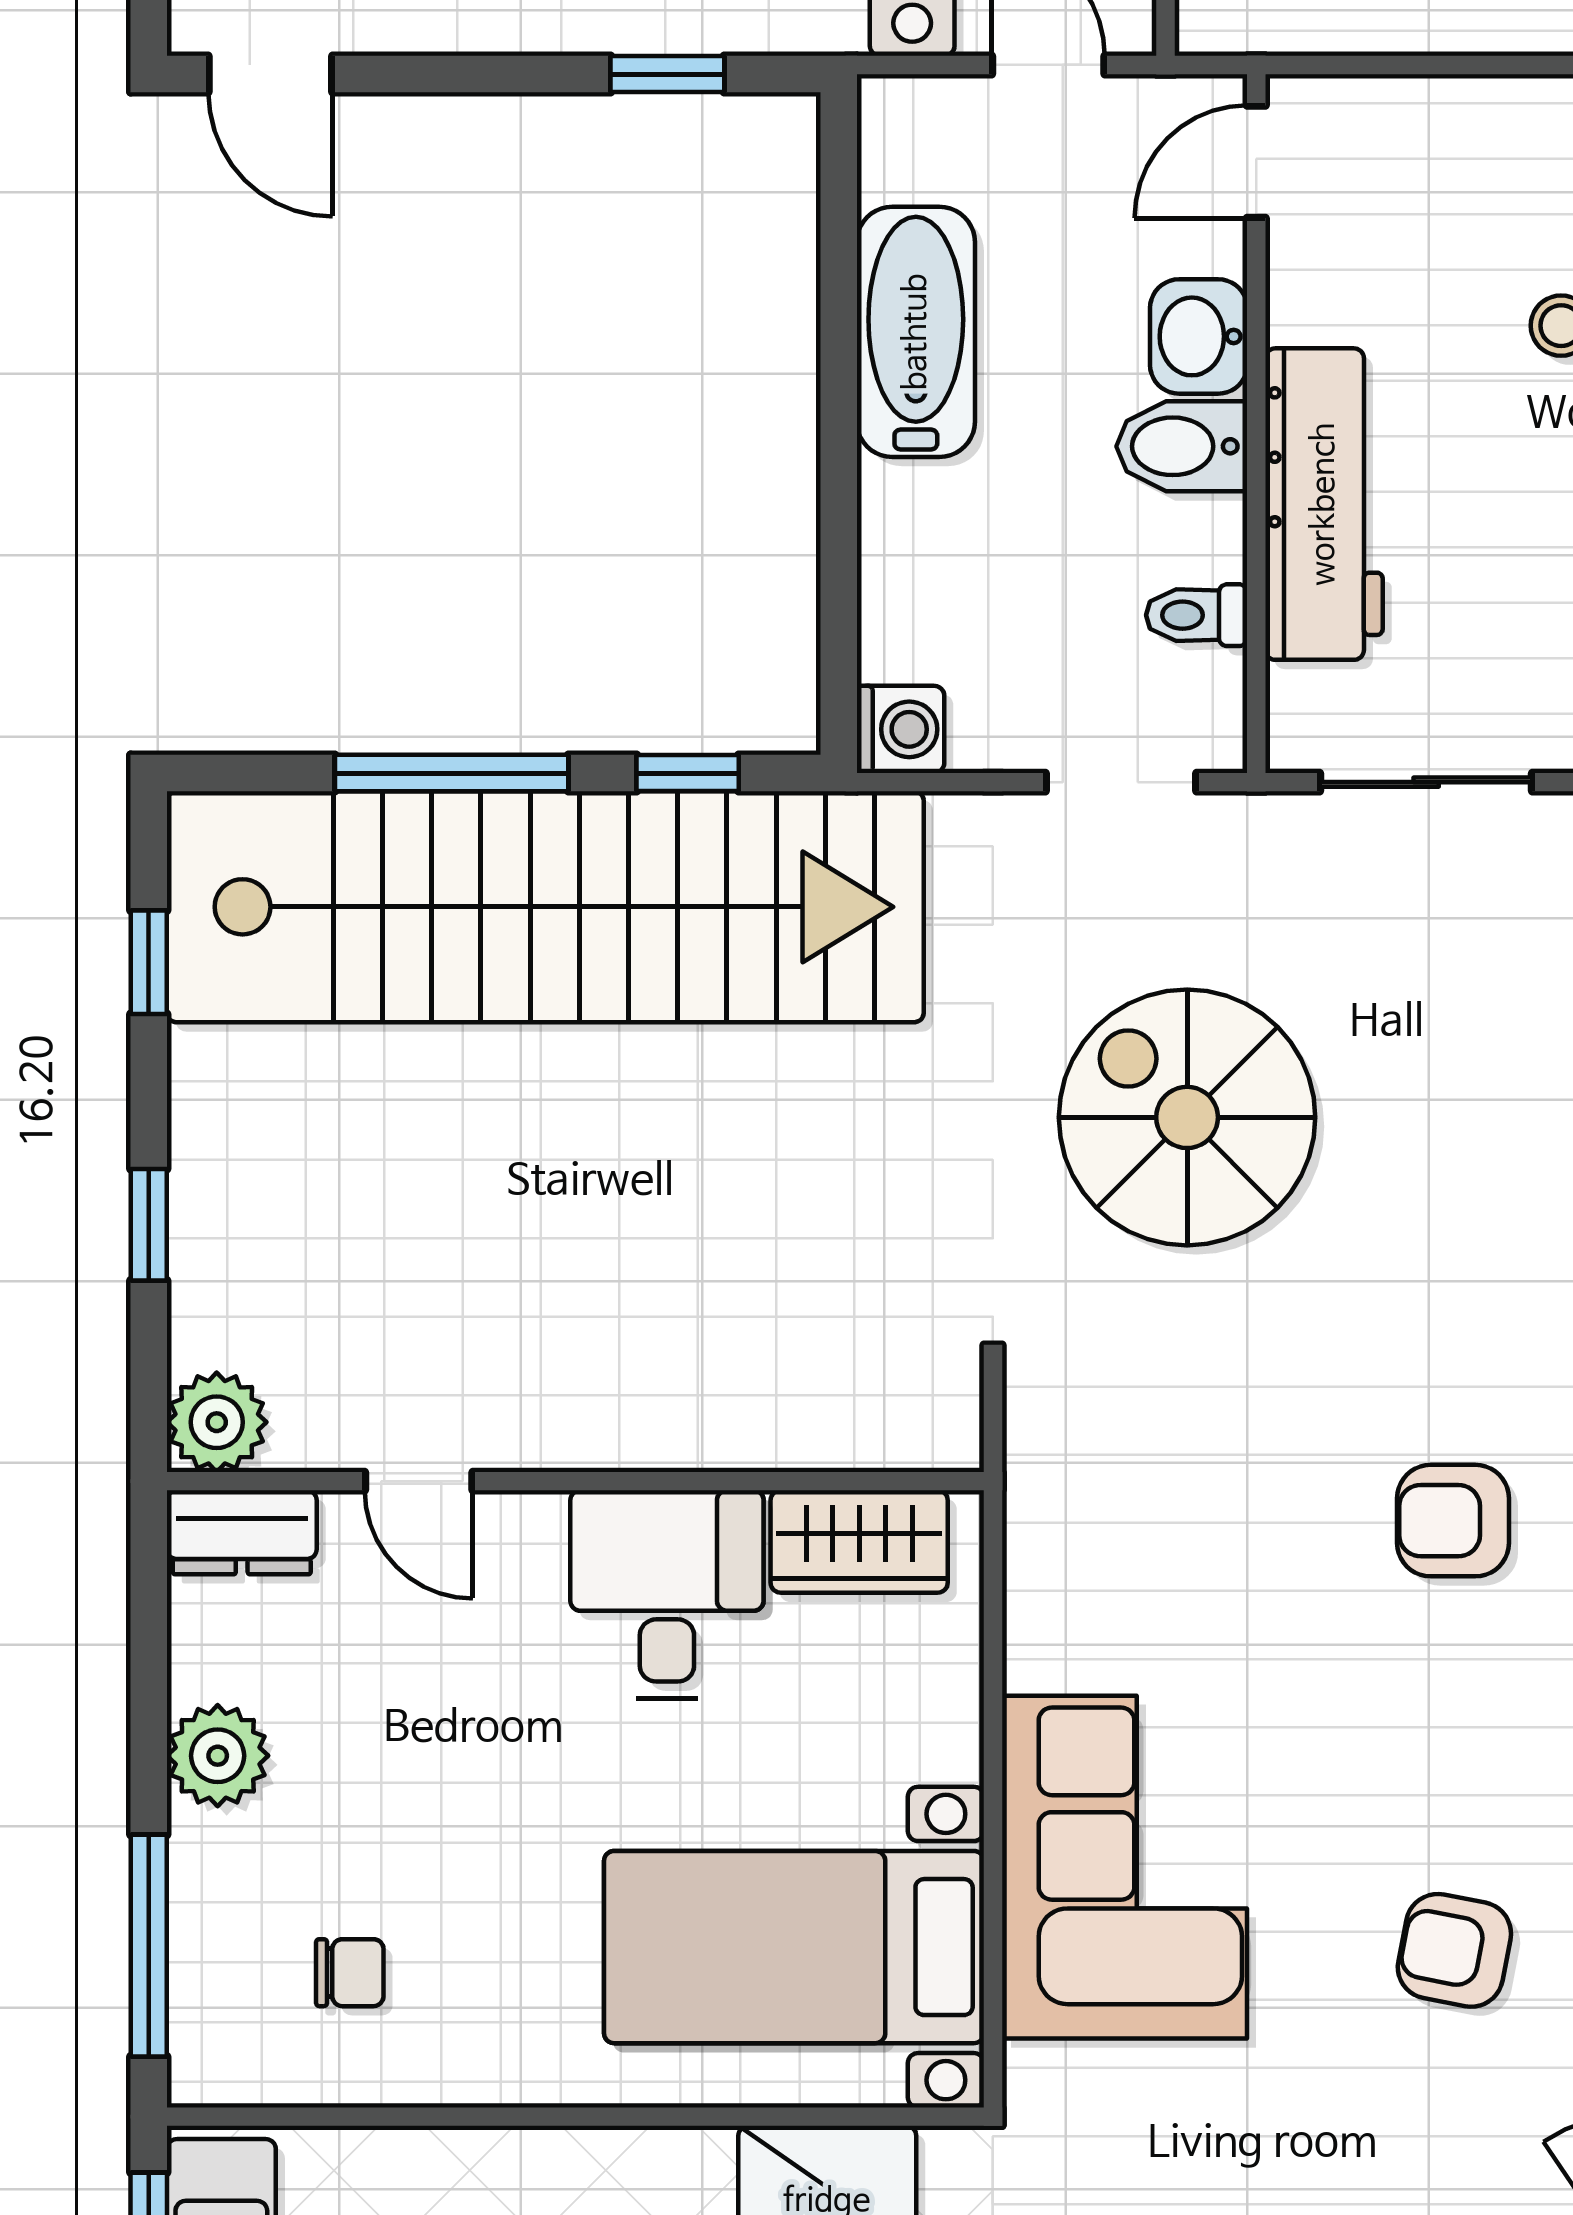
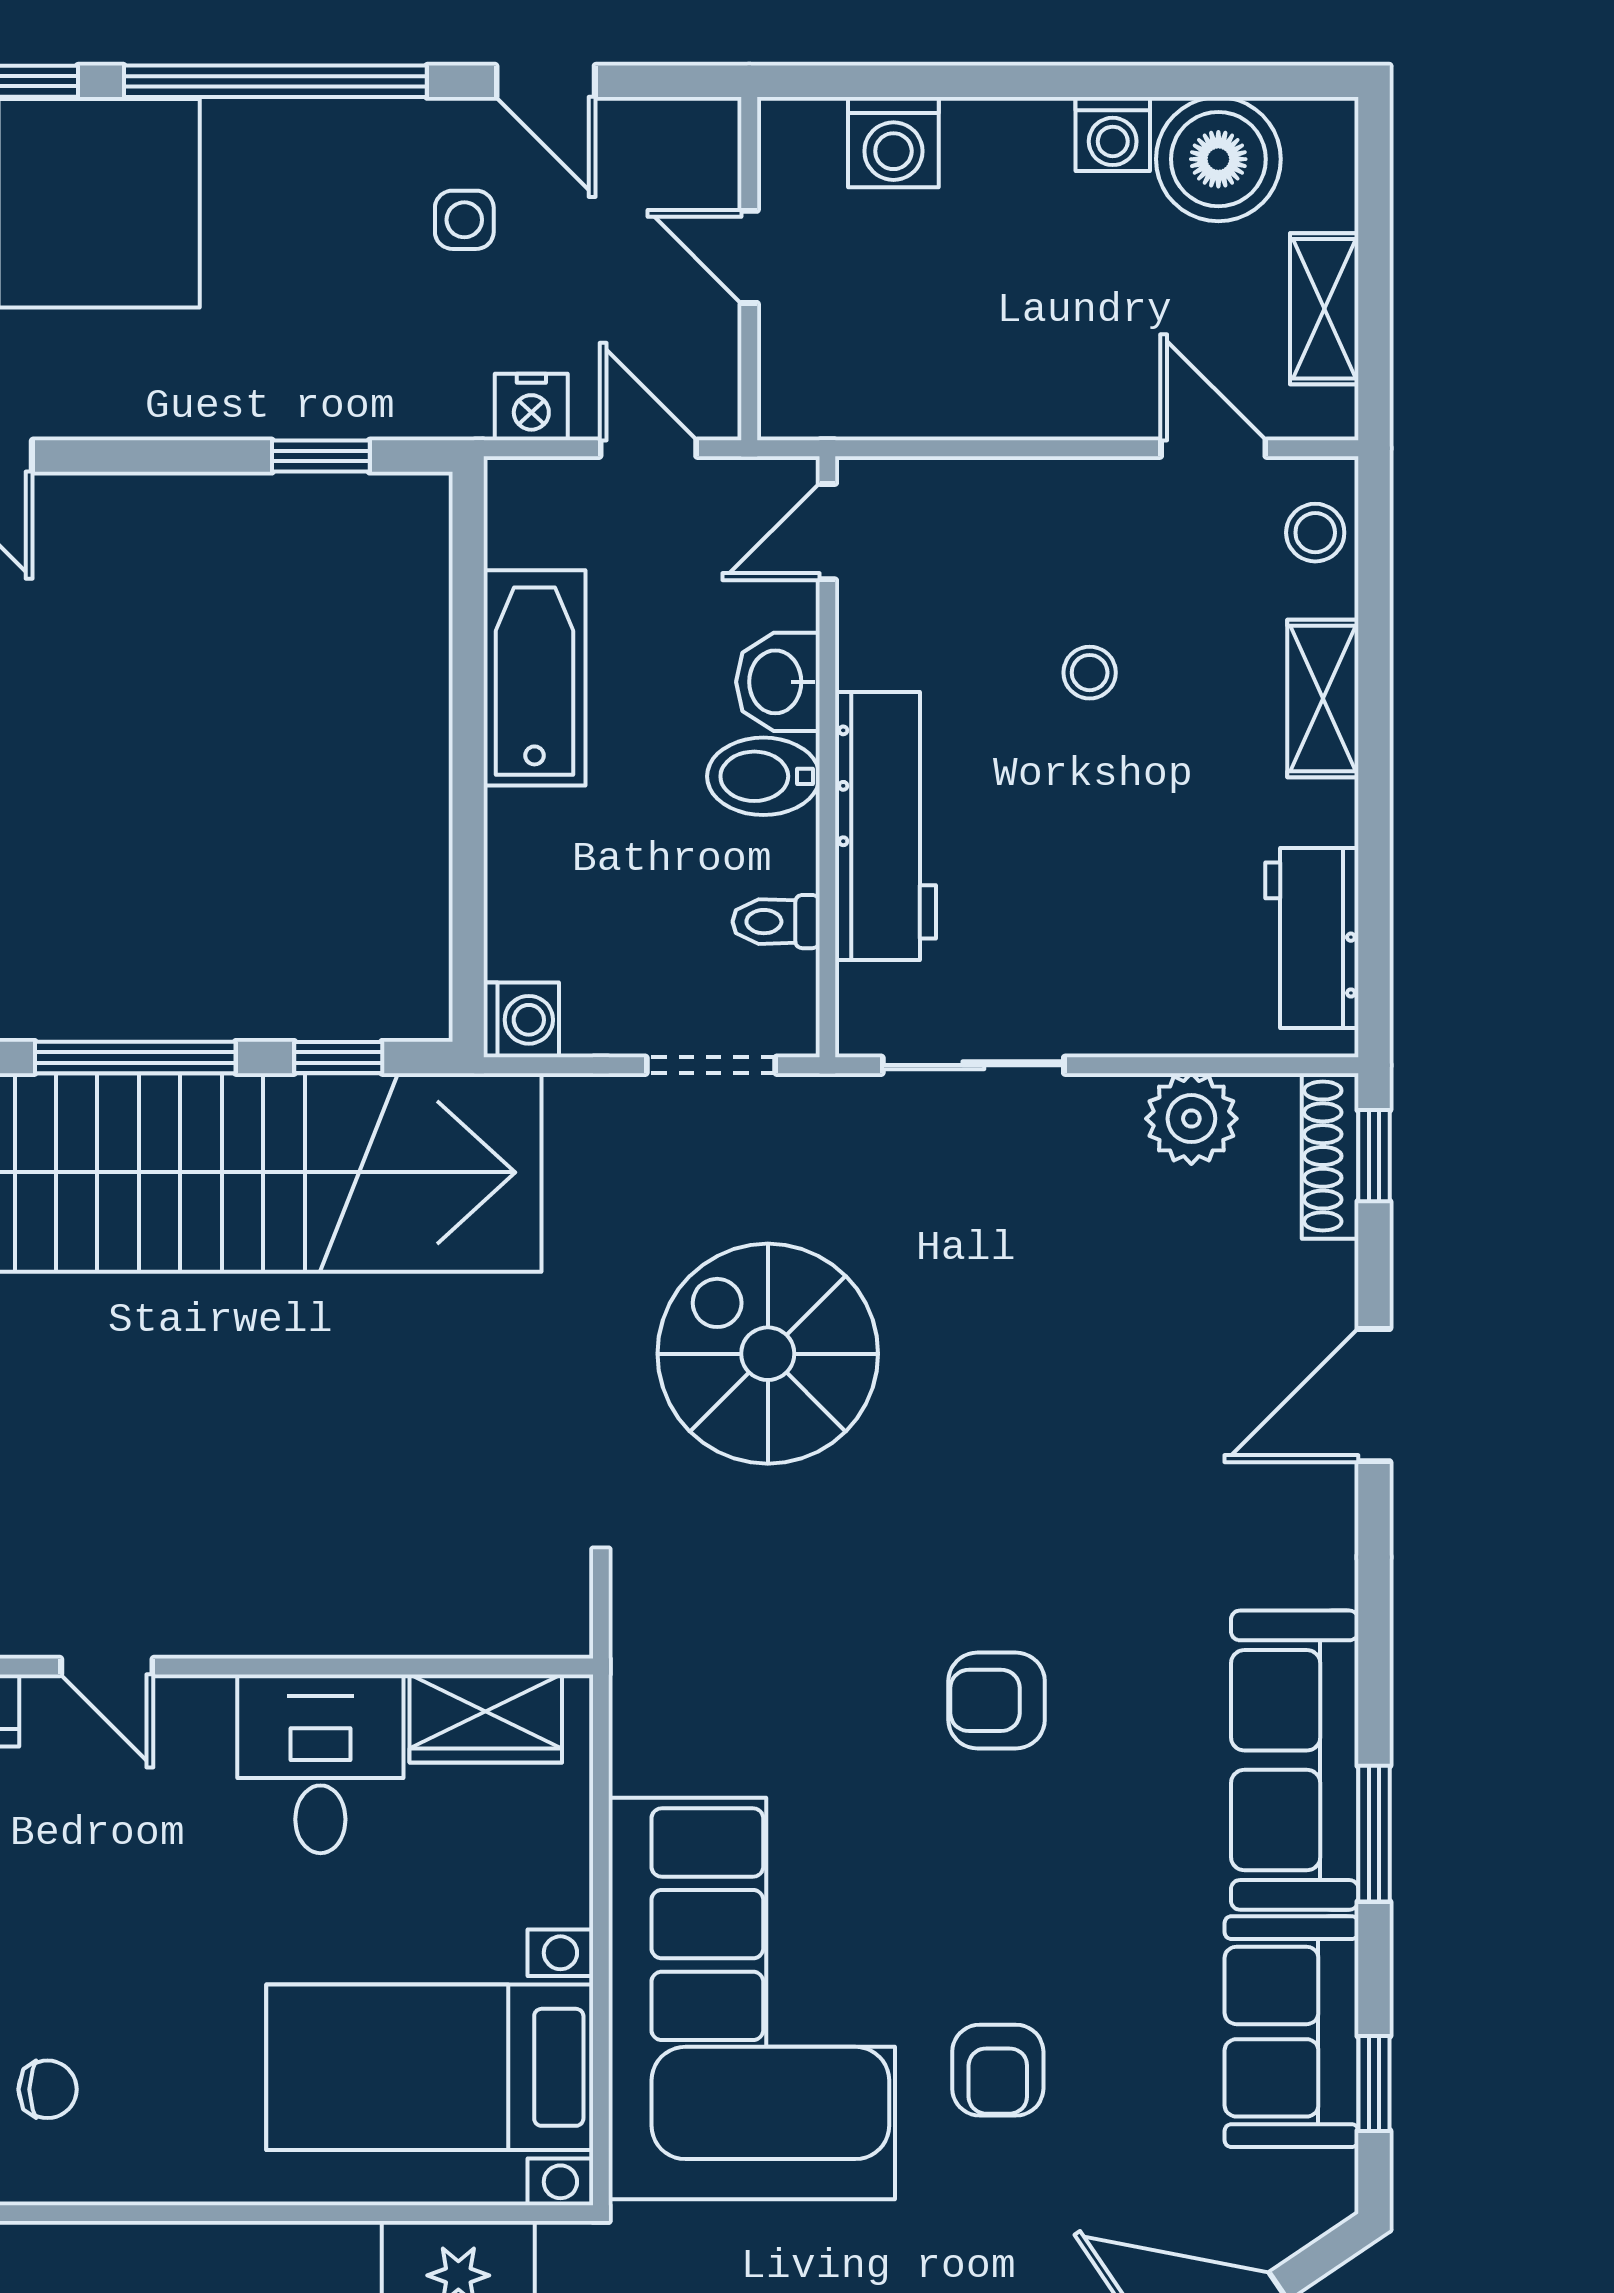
corner sofa: (1124, 1867) -> (752, 1999), width x1.36, depth x1.36
armchair: (1454, 1950) -> (998, 2070), turned -101

